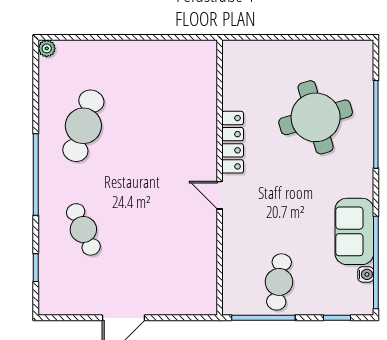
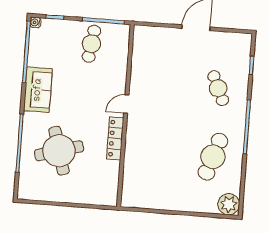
plant: (47, 48) -> (229, 204), width x1.88, depth x1.88
door: (220, 195) -> (126, 104), swing flipped
sofa: (354, 231) -> (38, 90), moved
water cooler: (366, 274) -> (35, 22), moved

